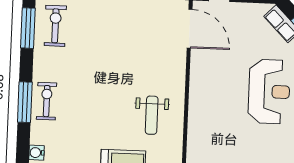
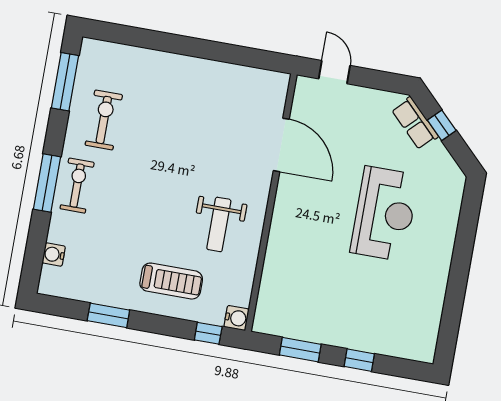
exercise bike: (55, 26) -> (104, 120), moved
door: (190, 29) -> (281, 145), moved

